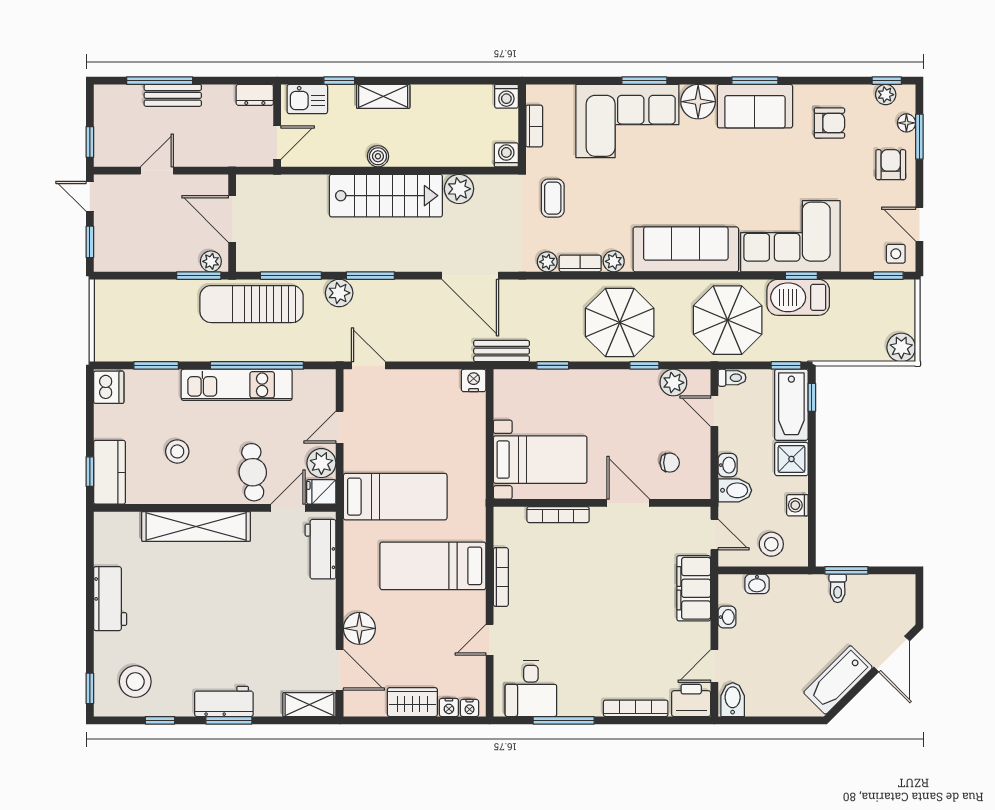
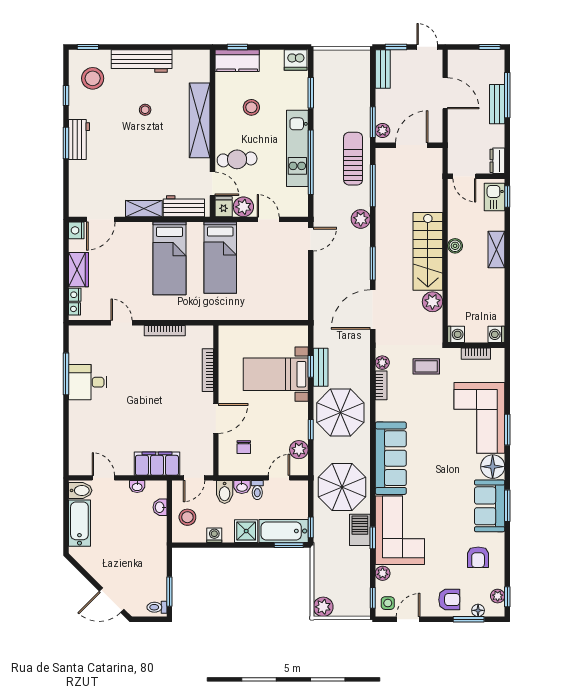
window: (339, 81) -> (507, 197), moved
window: (90, 142) -> (490, 47), moved
door: (157, 171) -> (445, 93), width x1.38
door: (90, 196) -> (427, 47), hinge flipped
bench: (122, 261) -> (383, 69), added
plant: (614, 261) -> (383, 573), moved
window: (370, 276) -> (373, 263), moved
barbecue: (798, 297) -> (360, 530), width x0.73, depth x0.83
sun lounger: (252, 304) -> (353, 159), width x0.73, depth x0.75
bench: (502, 351) -> (321, 367), moved
toilet: (732, 378) -> (257, 490), moved
nightstand: (474, 380) -> (76, 230), moved, turned 180
window: (812, 397) -> (289, 545), width x1.50
bed with nightstands: (540, 460) -> (276, 374), moved, turned 90
bed: (433, 566) -> (170, 258), moved, turned 180
window: (846, 570) -> (169, 592), moved
toilet: (838, 588) -> (157, 607), moved
workbench: (110, 599) -> (142, 61), width x1.38
stool: (181, 606) -> (145, 110), added
floor lamp: (359, 628) -> (129, 233), removed
bathtub: (838, 680) -> (79, 523), moved, turned 45
desk: (531, 689) -> (88, 382), moved
printer: (691, 700) -> (80, 462), removed
shelving: (309, 705) -> (144, 209), moved, turned 90
bookcase: (636, 708) -> (74, 424), removed

